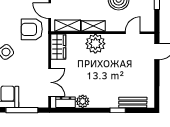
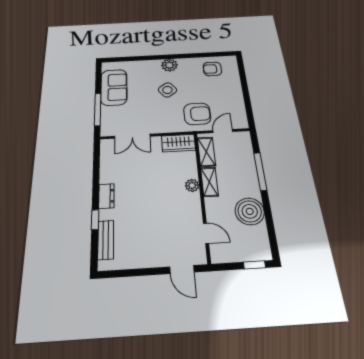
armchair: (32, 29) -> (197, 114), turned 90
plant: (95, 44) -> (192, 185), width x0.53, depth x0.53
plant: (83, 101) -> (108, 175), removed
dresser: (66, 102) -> (106, 196), moved

